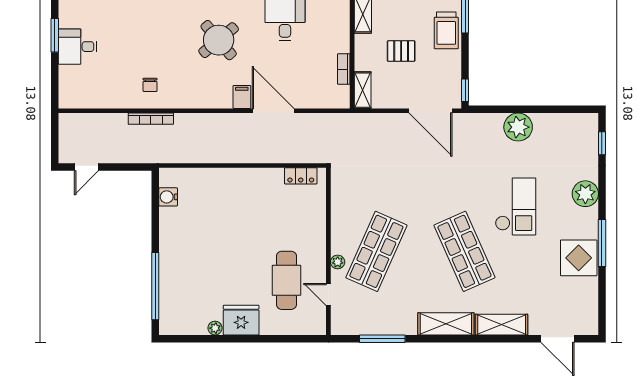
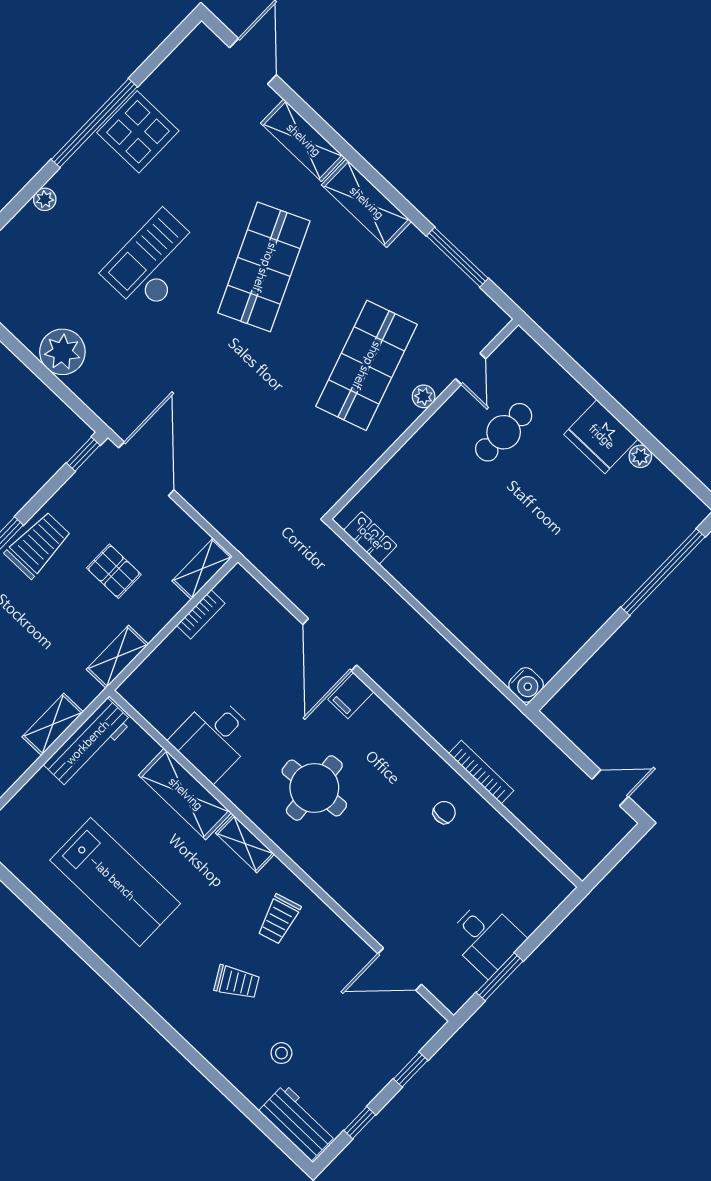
round table: (219, 40) -> (314, 788), turned 35
plant: (585, 194) -> (45, 199), width x0.53, depth x0.53
water cooler: (168, 197) -> (526, 685), moved
window: (602, 243) -> (94, 123), width x1.46
shop shelf: (376, 251) -> (366, 365), turned -42
cafe table: (286, 280) -> (504, 432), width x0.73, depth x0.74

